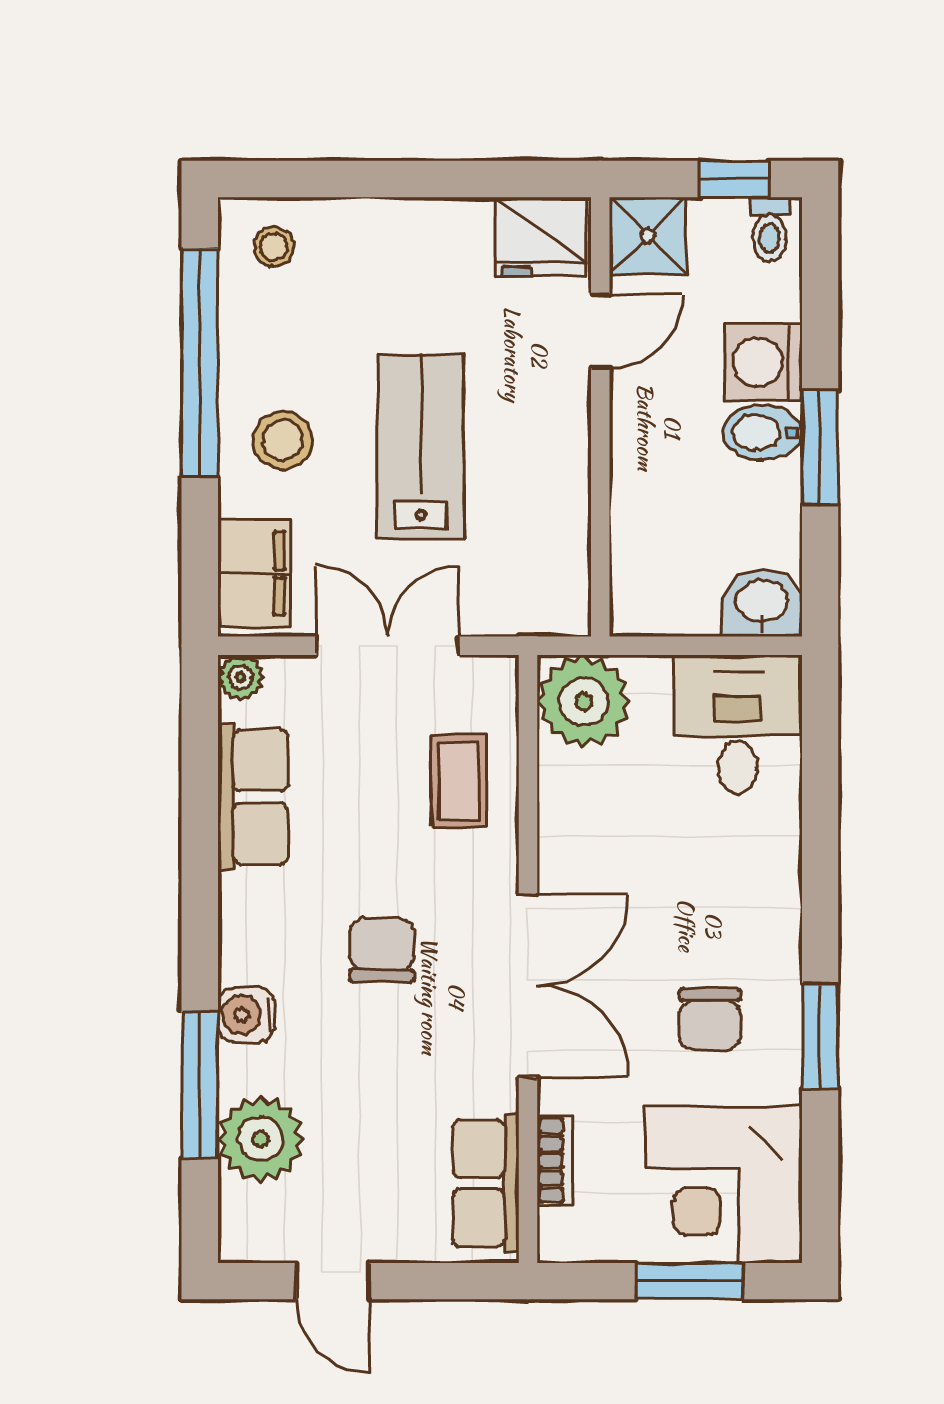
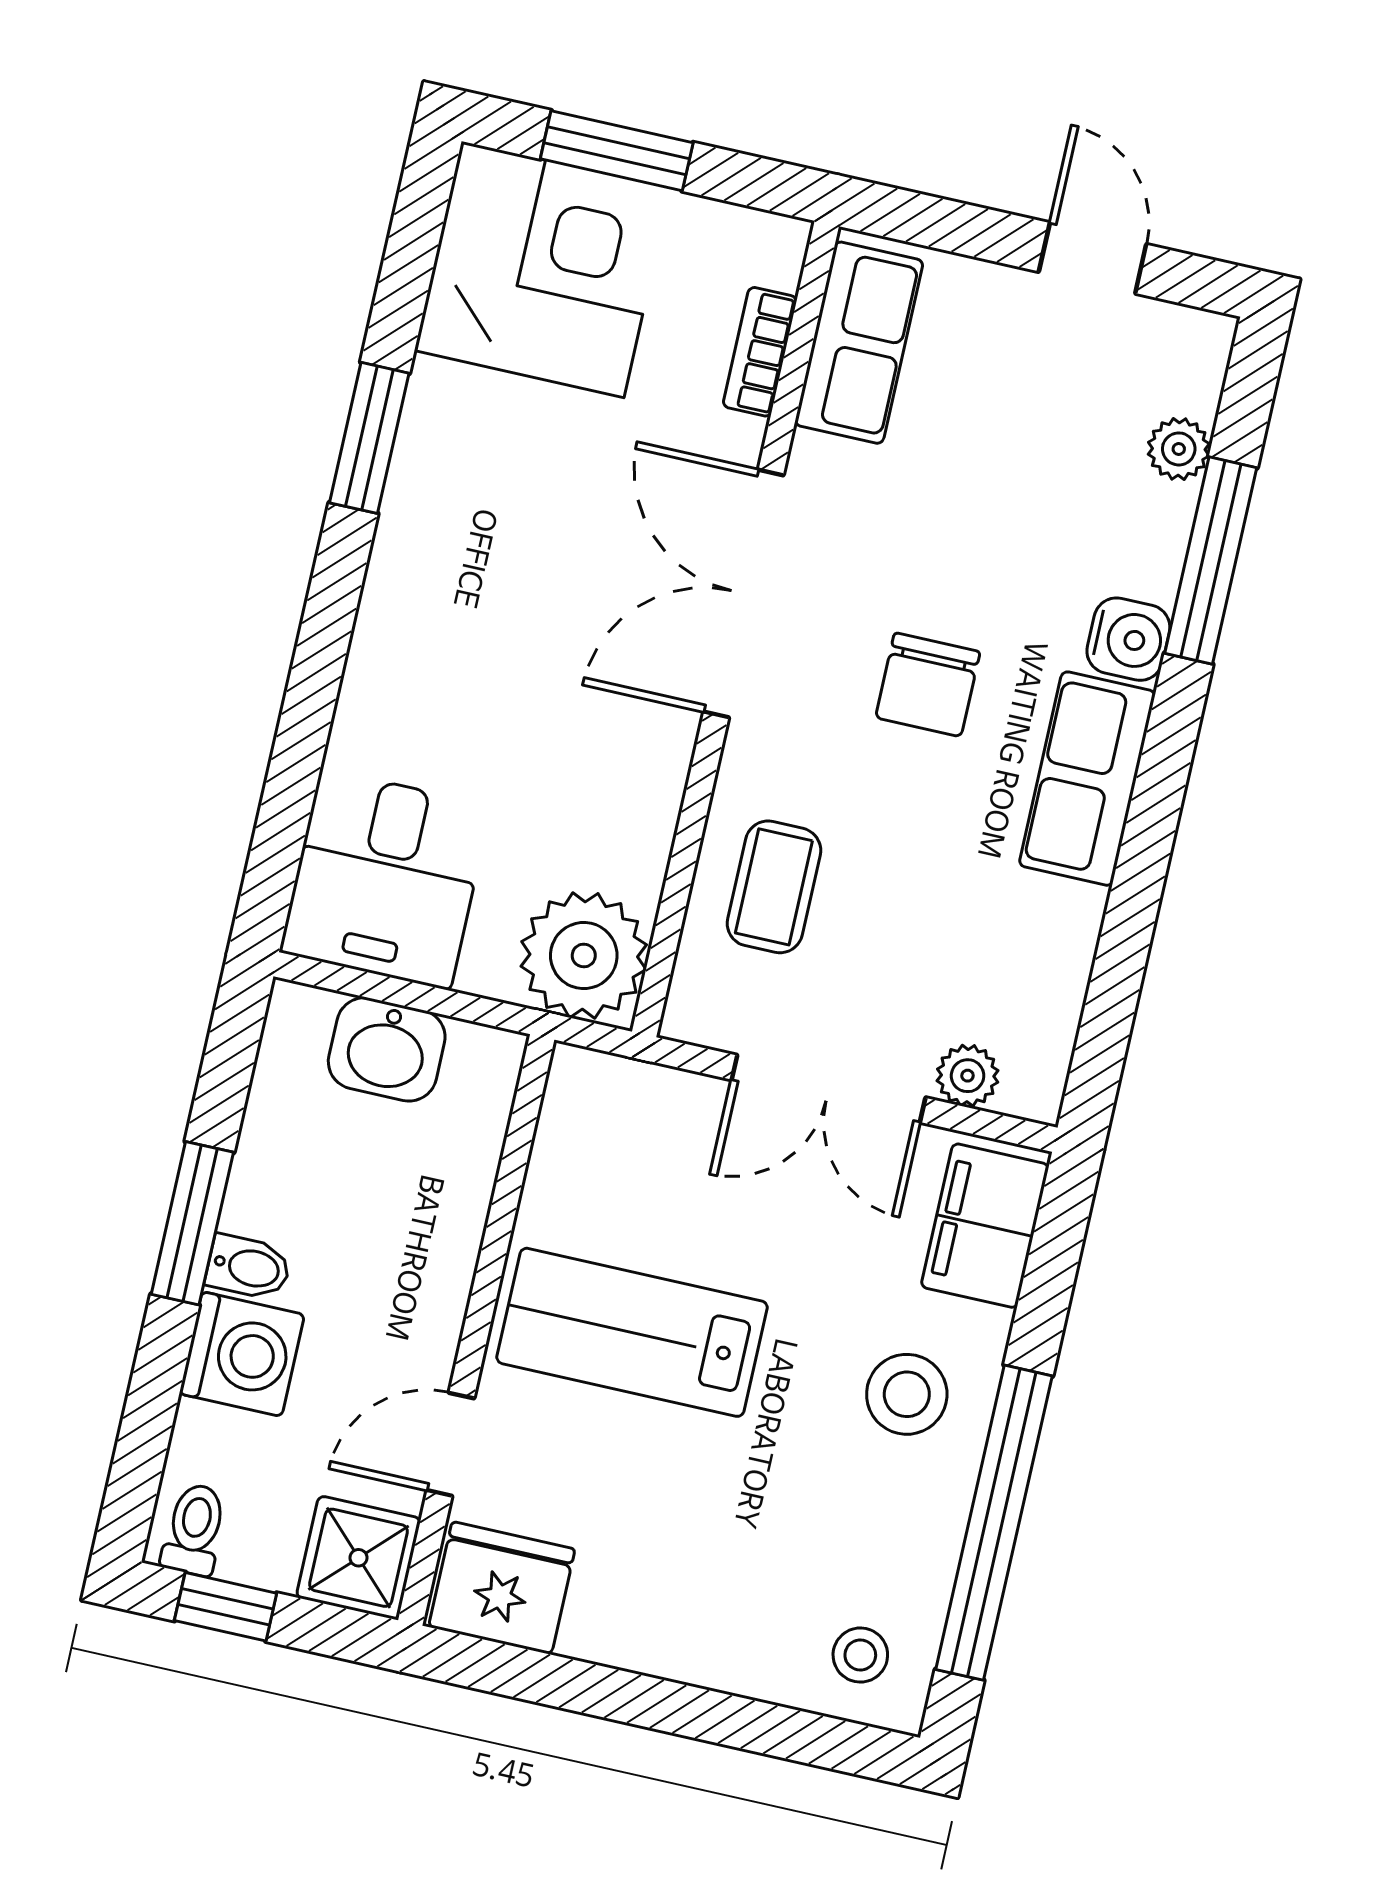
bidet: (762, 433) -> (248, 1267), width x0.72, depth x0.74
lab bench: (421, 446) -> (632, 1332), moved, turned 90
washbasin: (762, 603) -> (387, 1049), moved
plant: (241, 677) -> (968, 1076), moved
row of seats: (253, 797) -> (1087, 779), moved
chair: (710, 1019) -> (511, 494), removed
plant: (260, 1139) -> (1179, 449), width x0.53, depth x0.53

